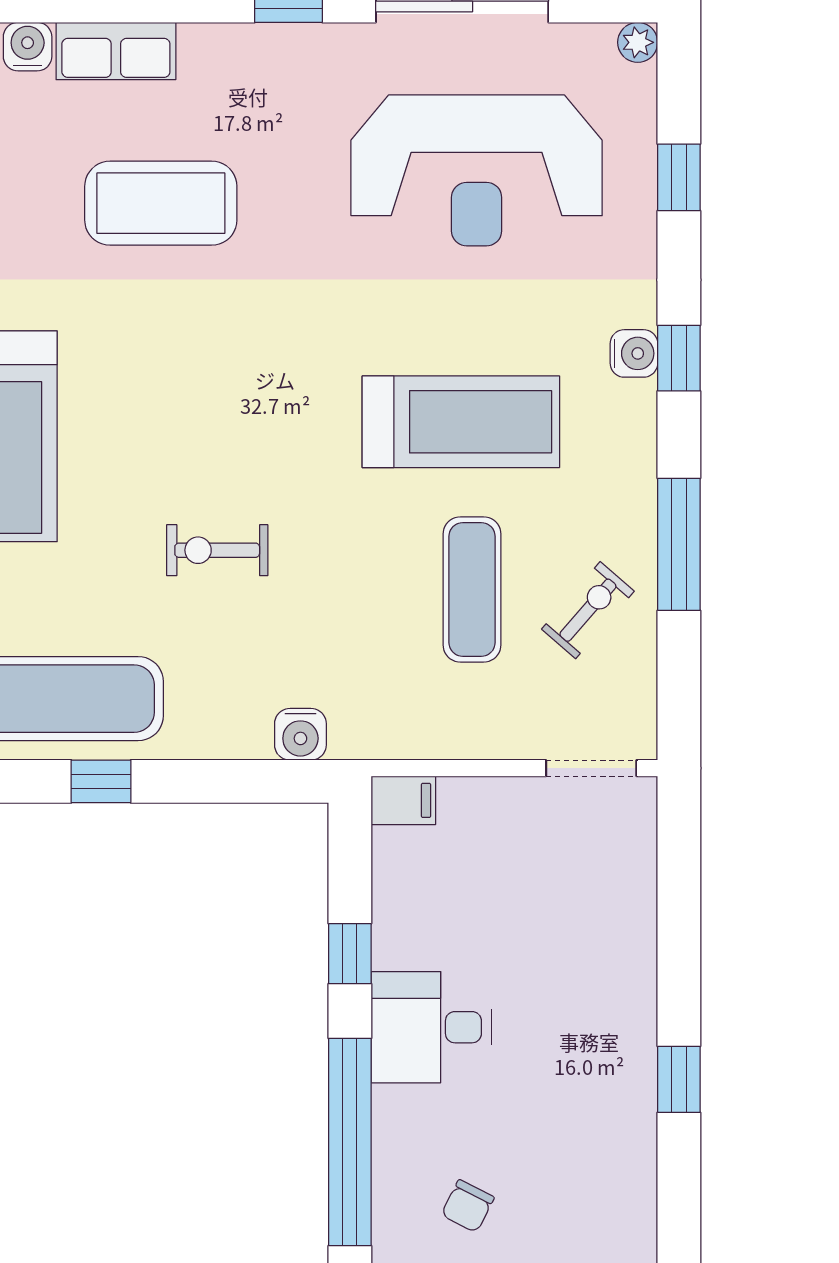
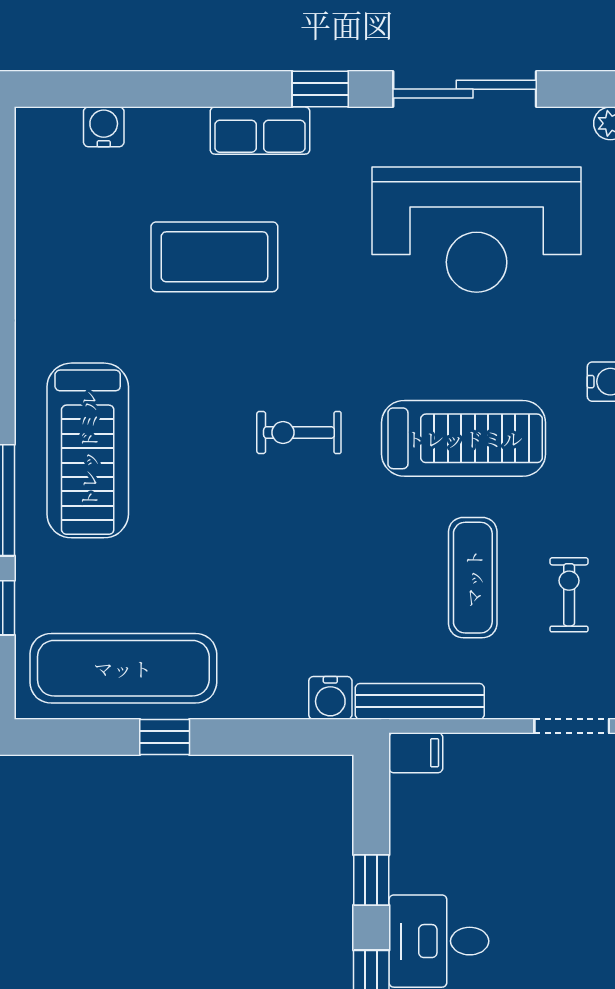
row of seats: (116, 51) -> (260, 131), moved
exercise bike: (217, 550) -> (299, 433), moved
exercise bike: (588, 610) -> (569, 595), turned -41
bench: (408, 738) -> (420, 701), added

